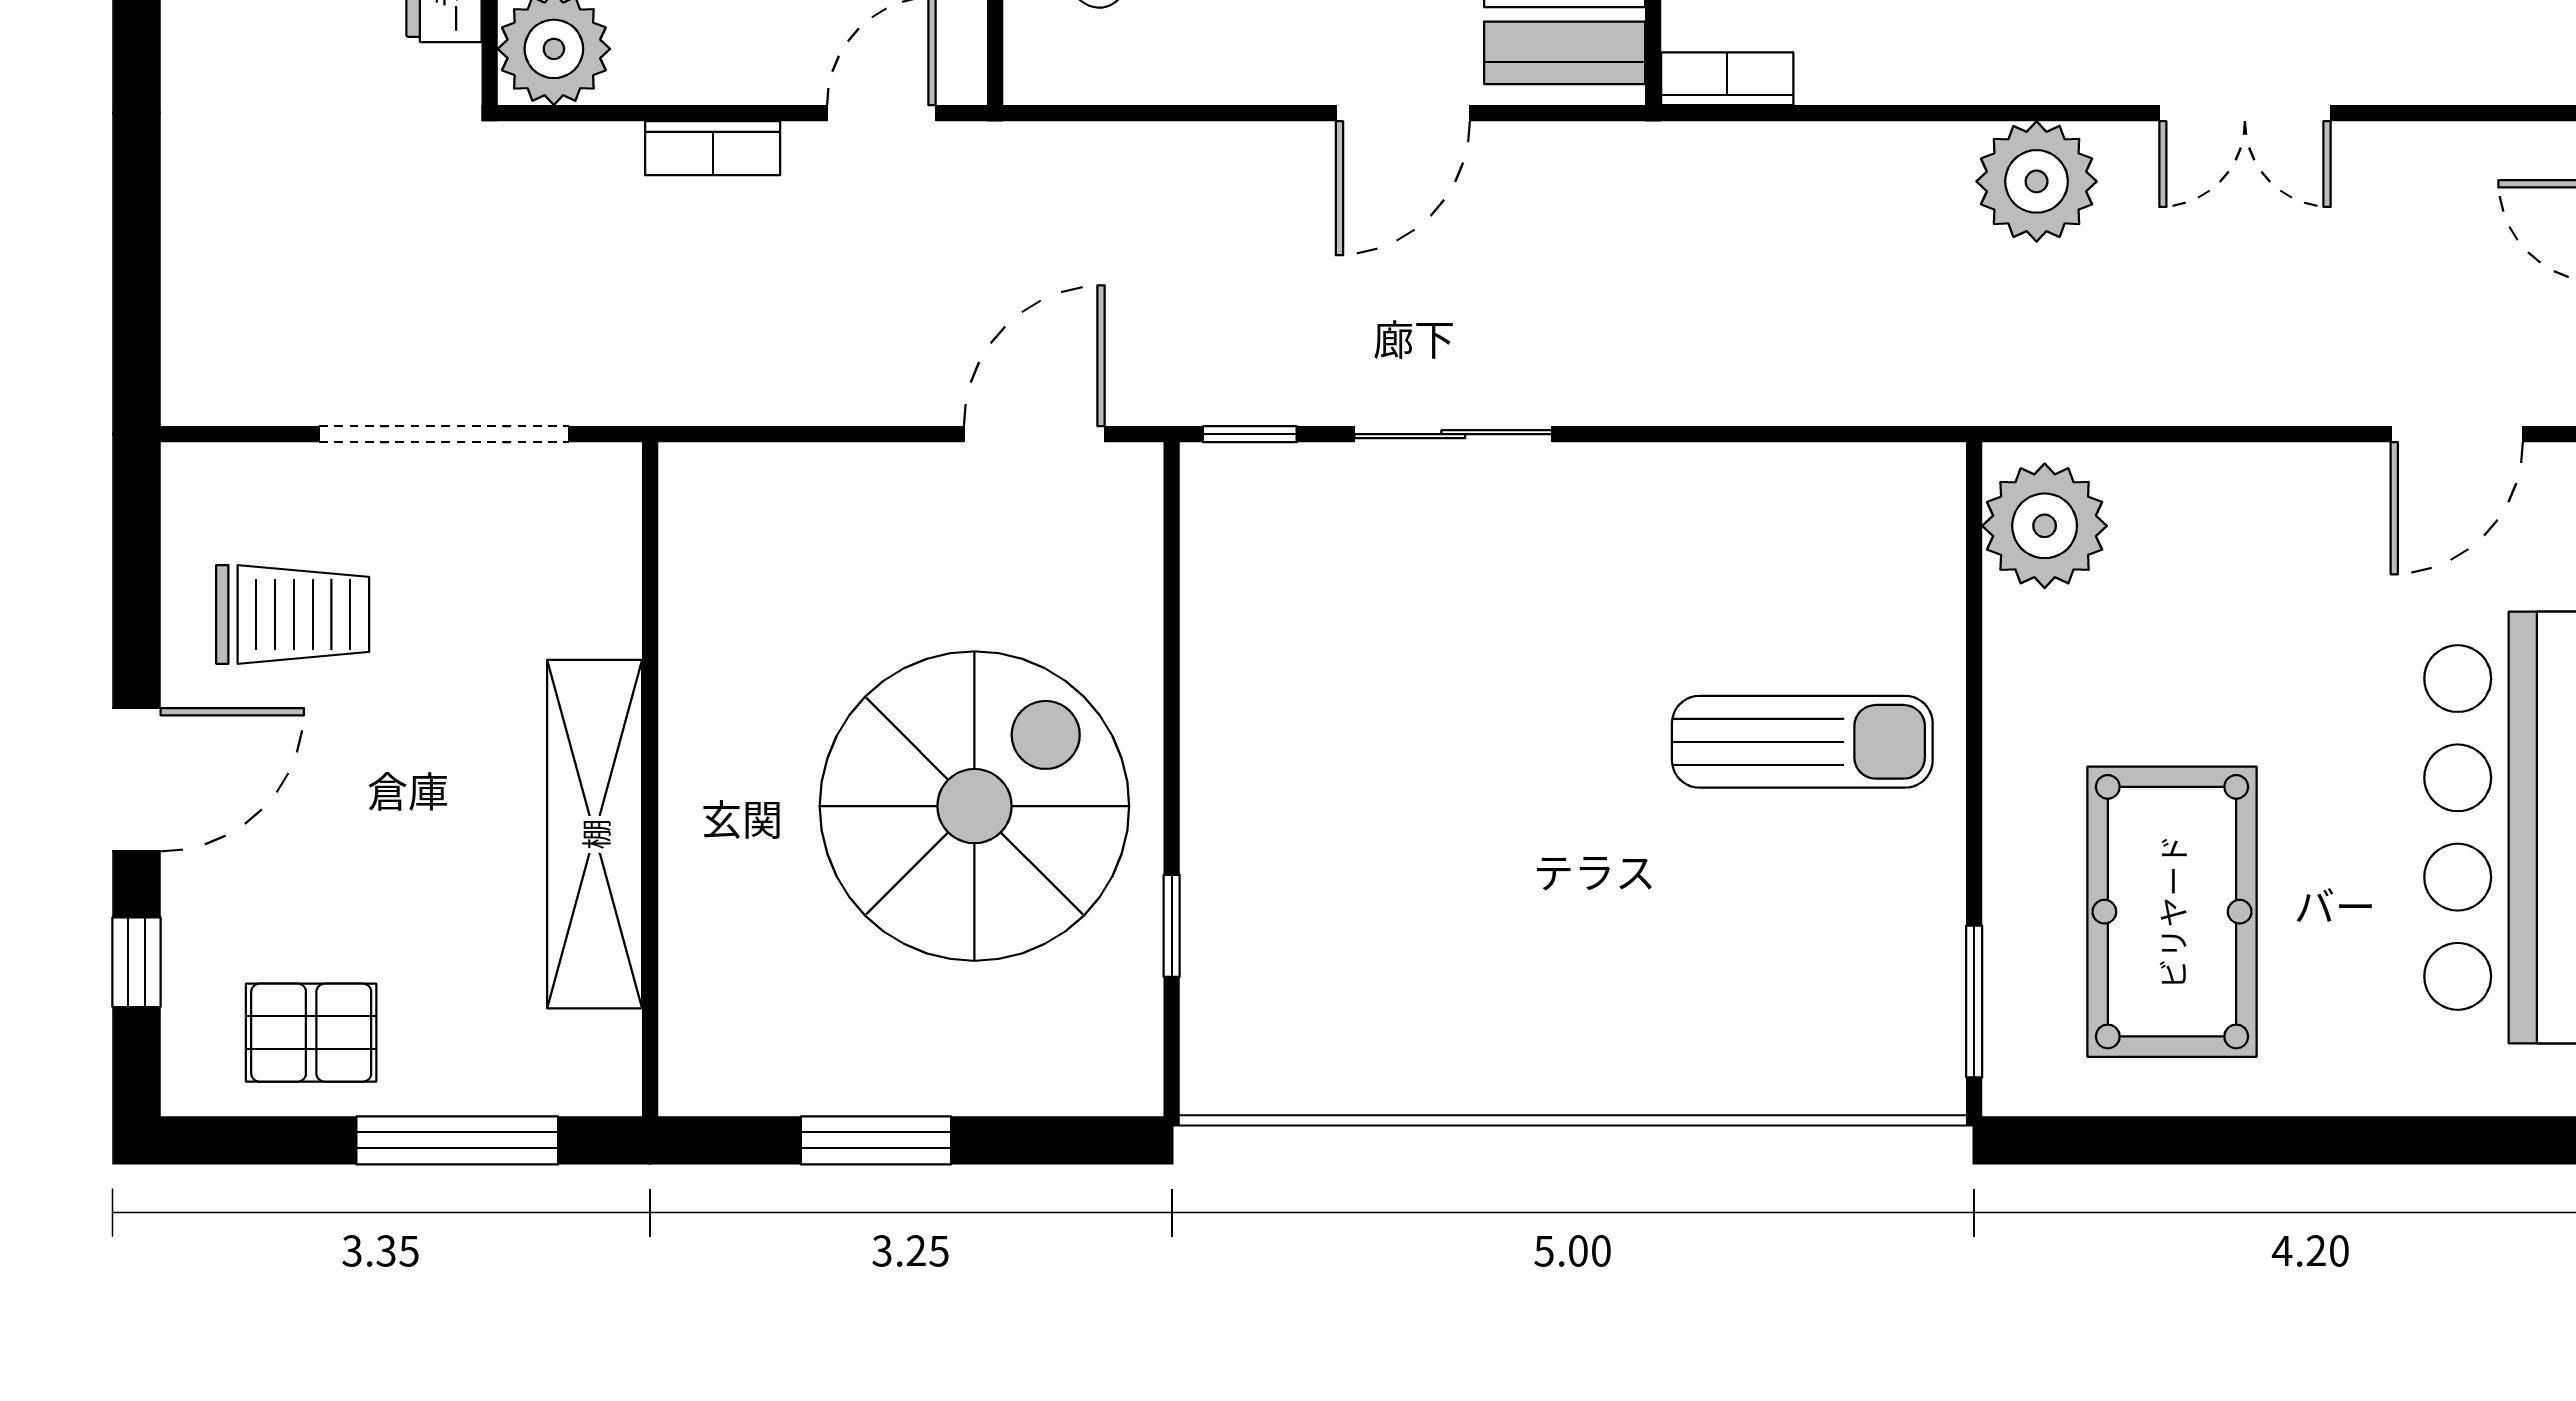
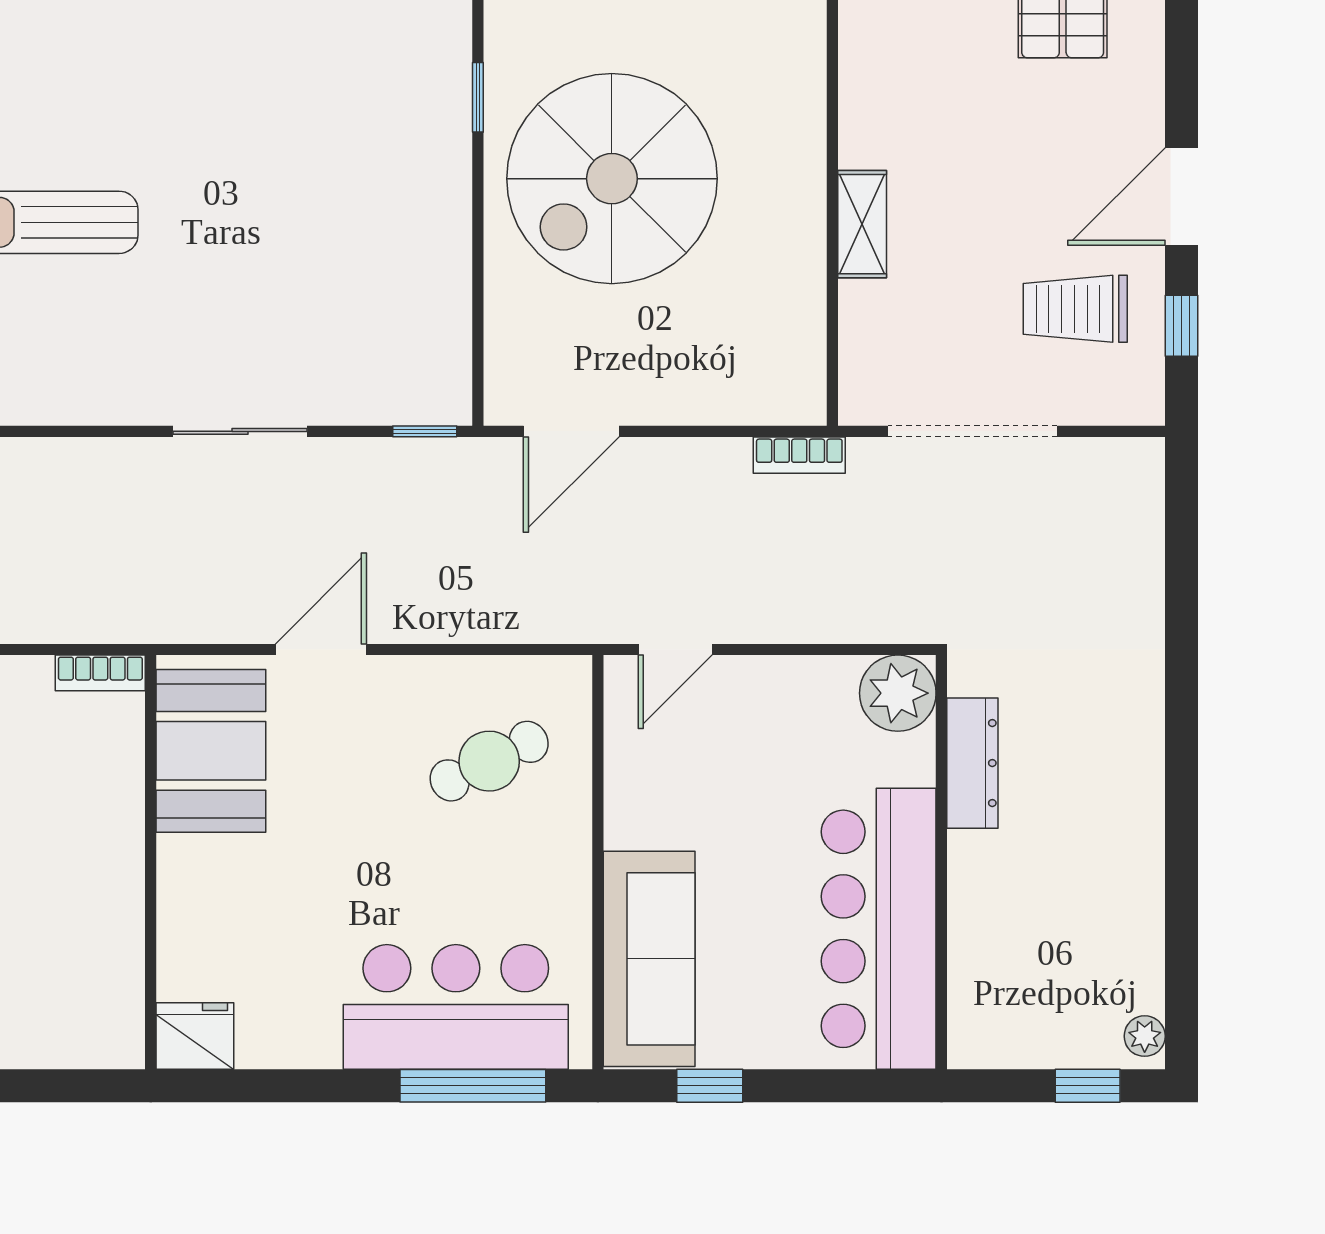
bookcase: (713, 148) -> (799, 455), moved, turned 180
sliding door: (1453, 434) -> (240, 431), moved
shelving: (595, 834) -> (862, 224), width x0.45, depth x0.75
window: (137, 962) -> (1181, 326), moved

